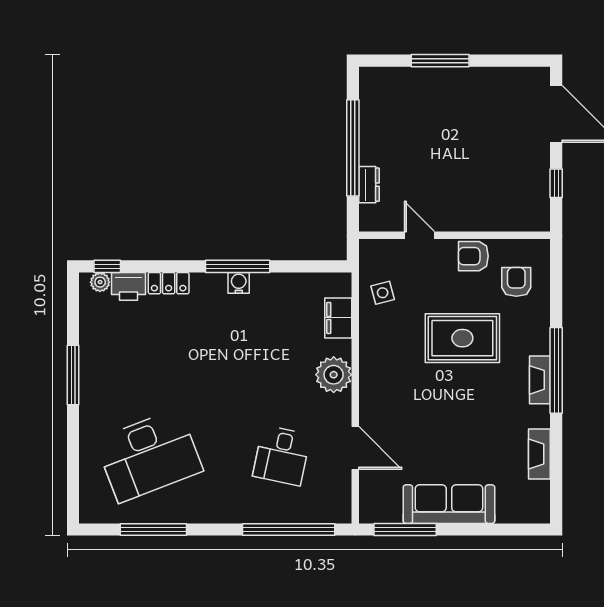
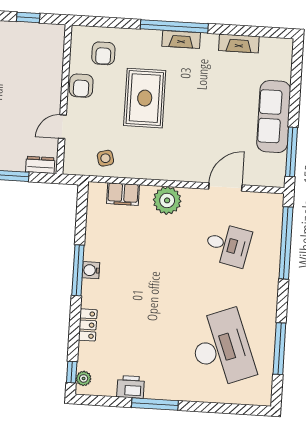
dresser: (369, 185) -> (40, 165), moved
armchair: (516, 282) -> (103, 53), turned -90
printer: (128, 286) -> (131, 387), moved, turned -90

